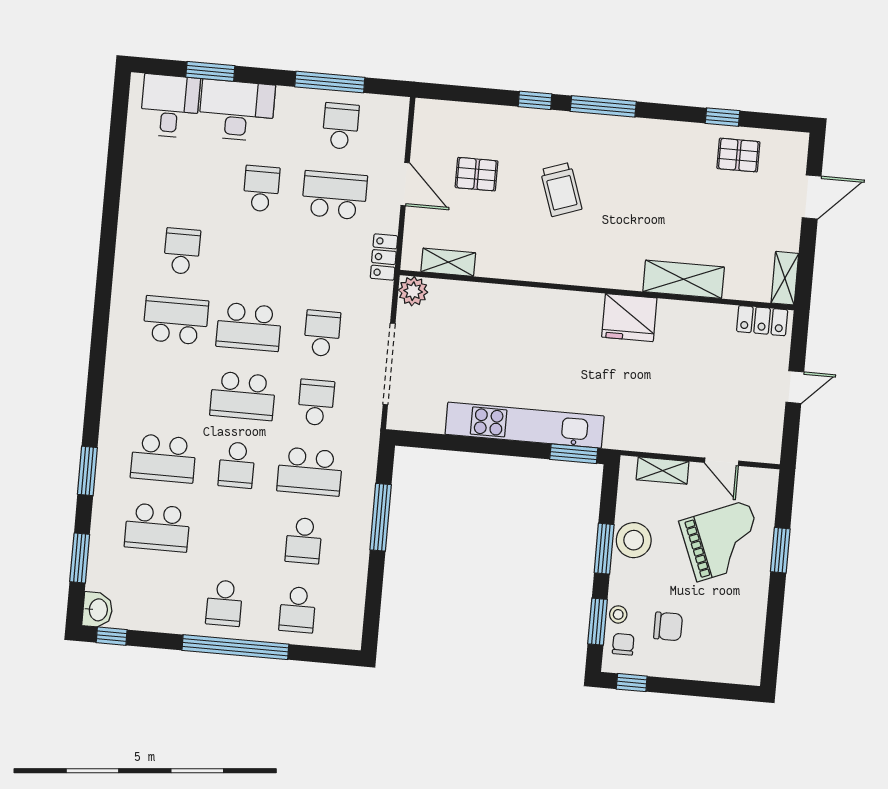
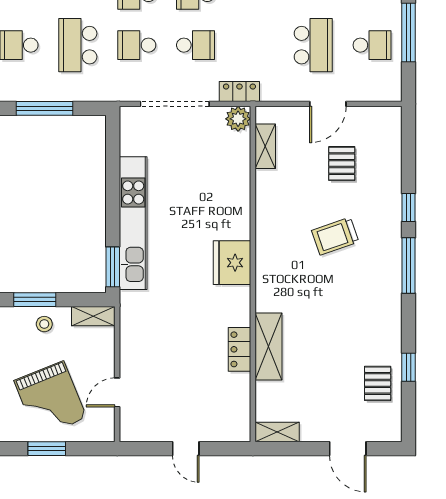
locker: (384, 257) -> (239, 92), moved
fridge: (629, 318) -> (232, 263), moved
locker: (762, 321) -> (239, 349), moved
school desk: (316, 402) -> (137, 45), turned 180
shelving: (663, 471) -> (93, 316), moved, turned 90
stool: (634, 540) -> (44, 324), width x0.53, depth x0.53

